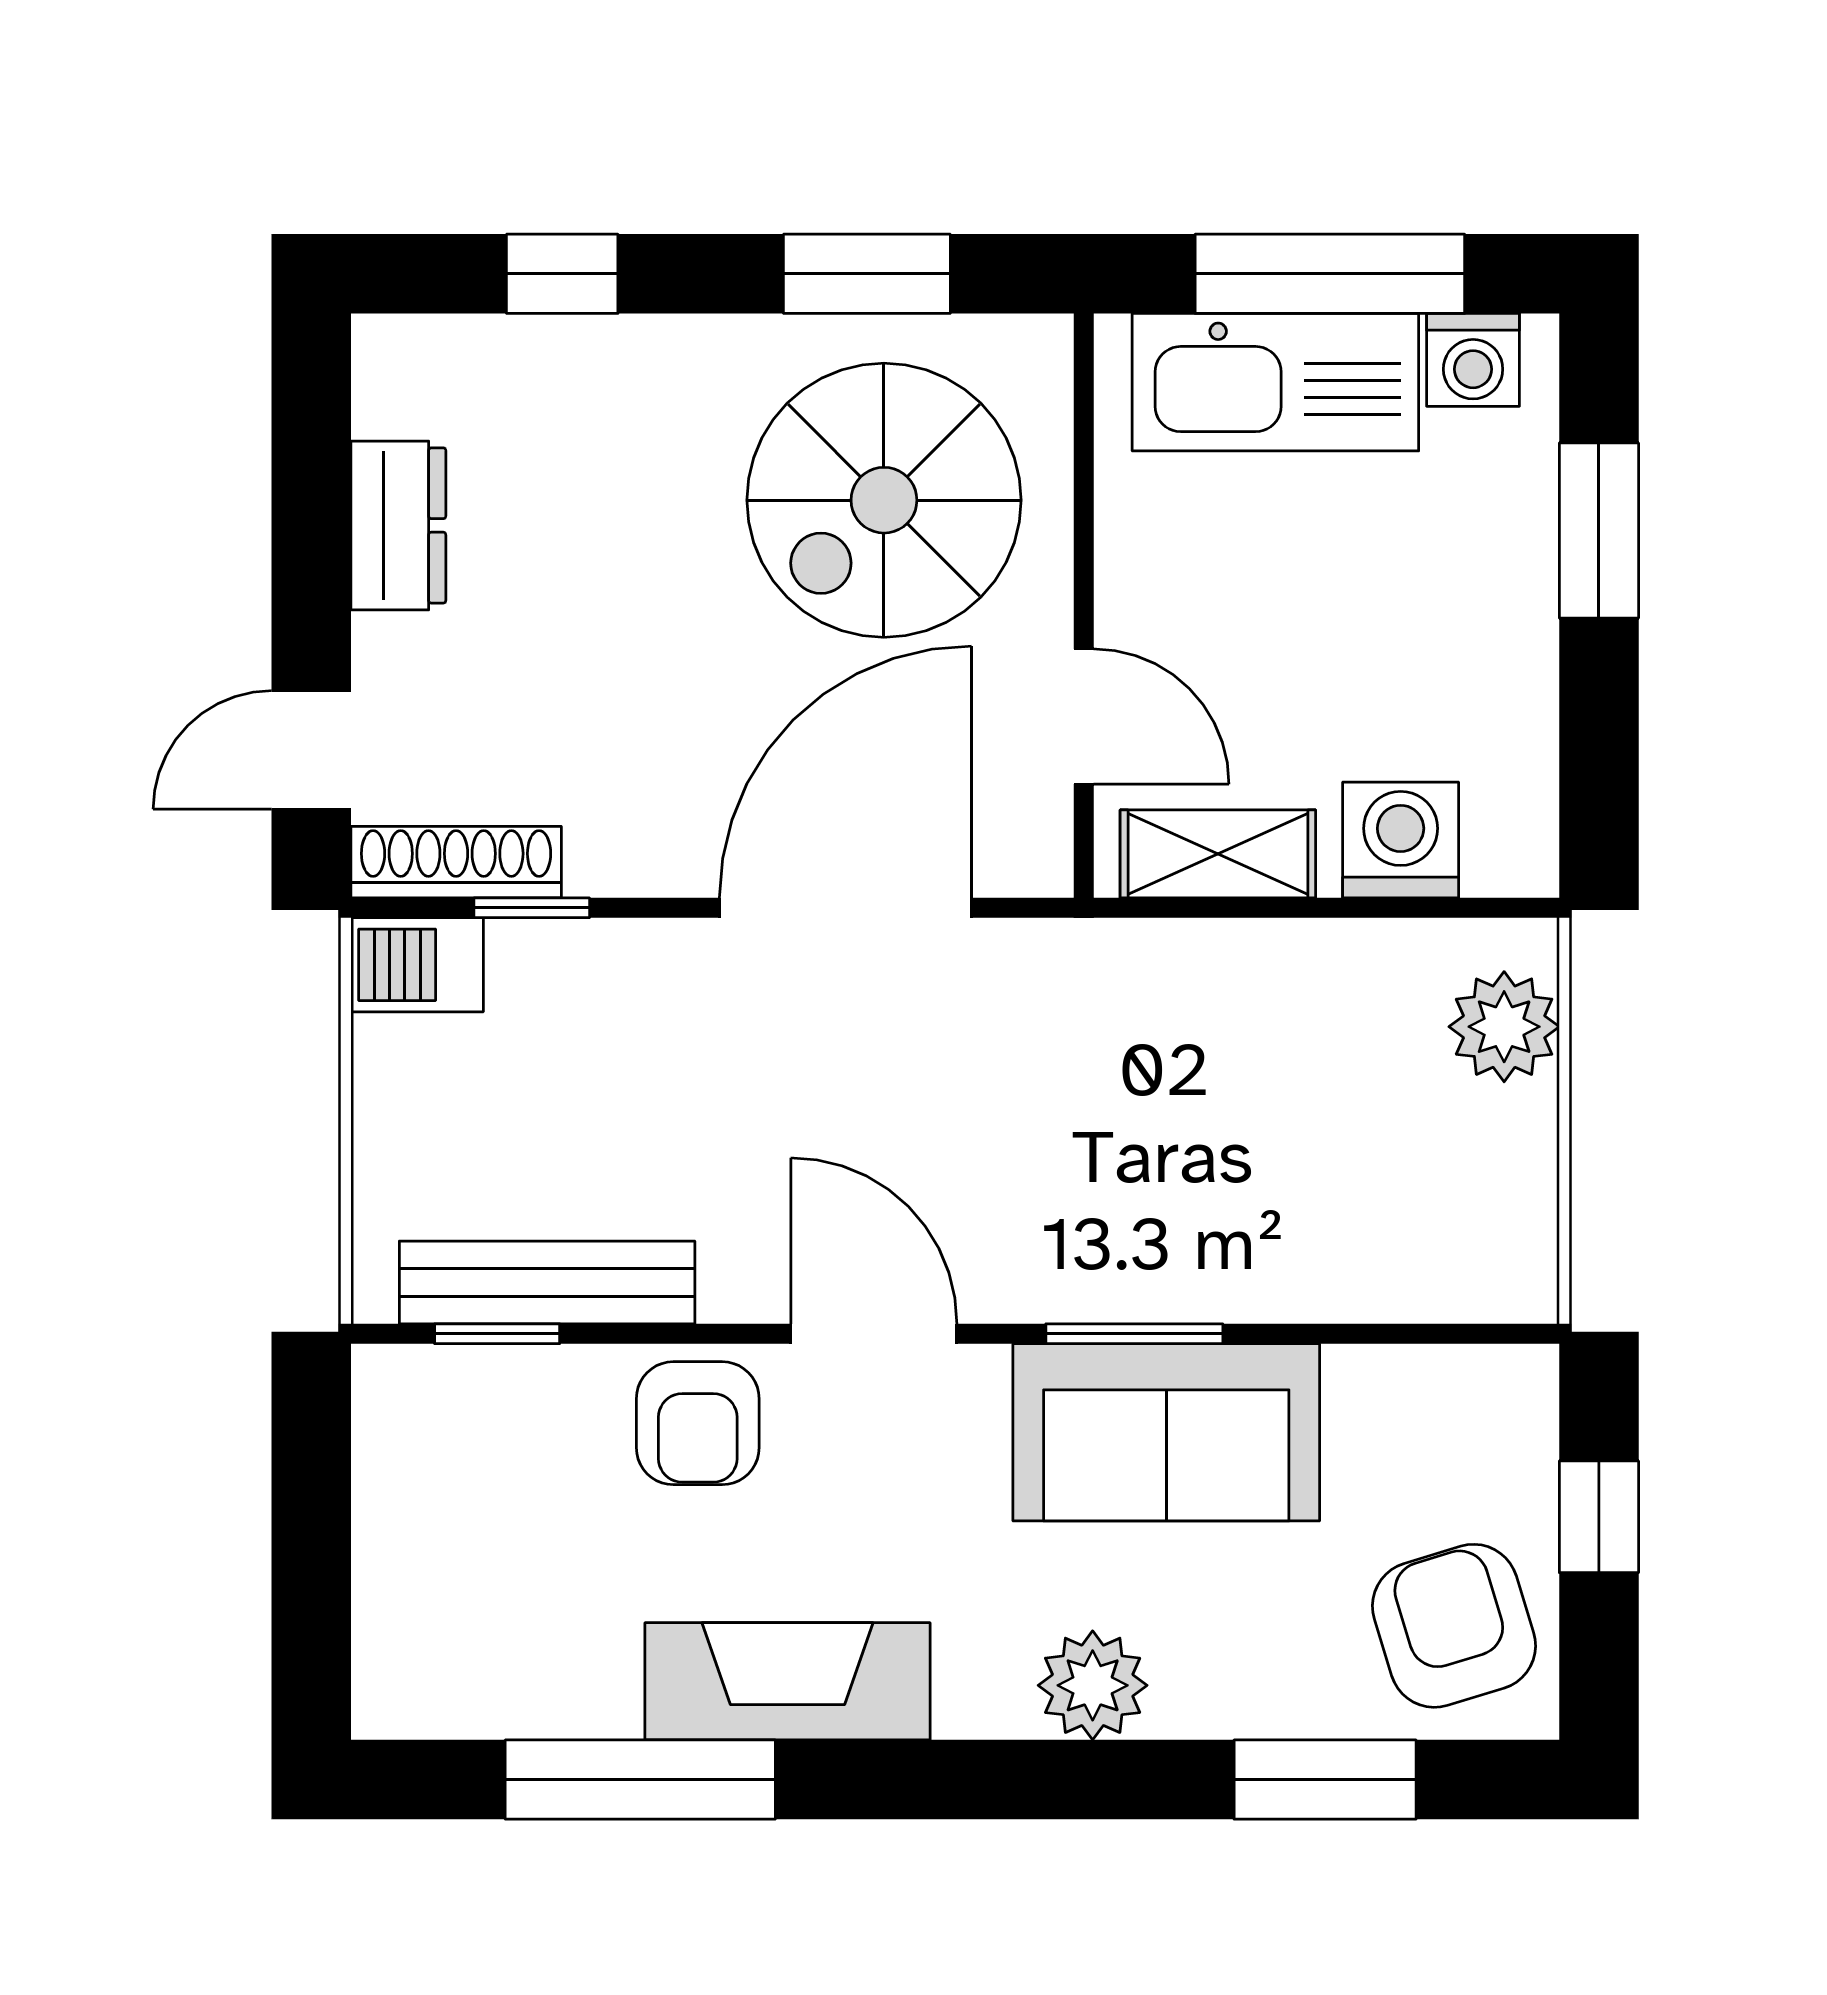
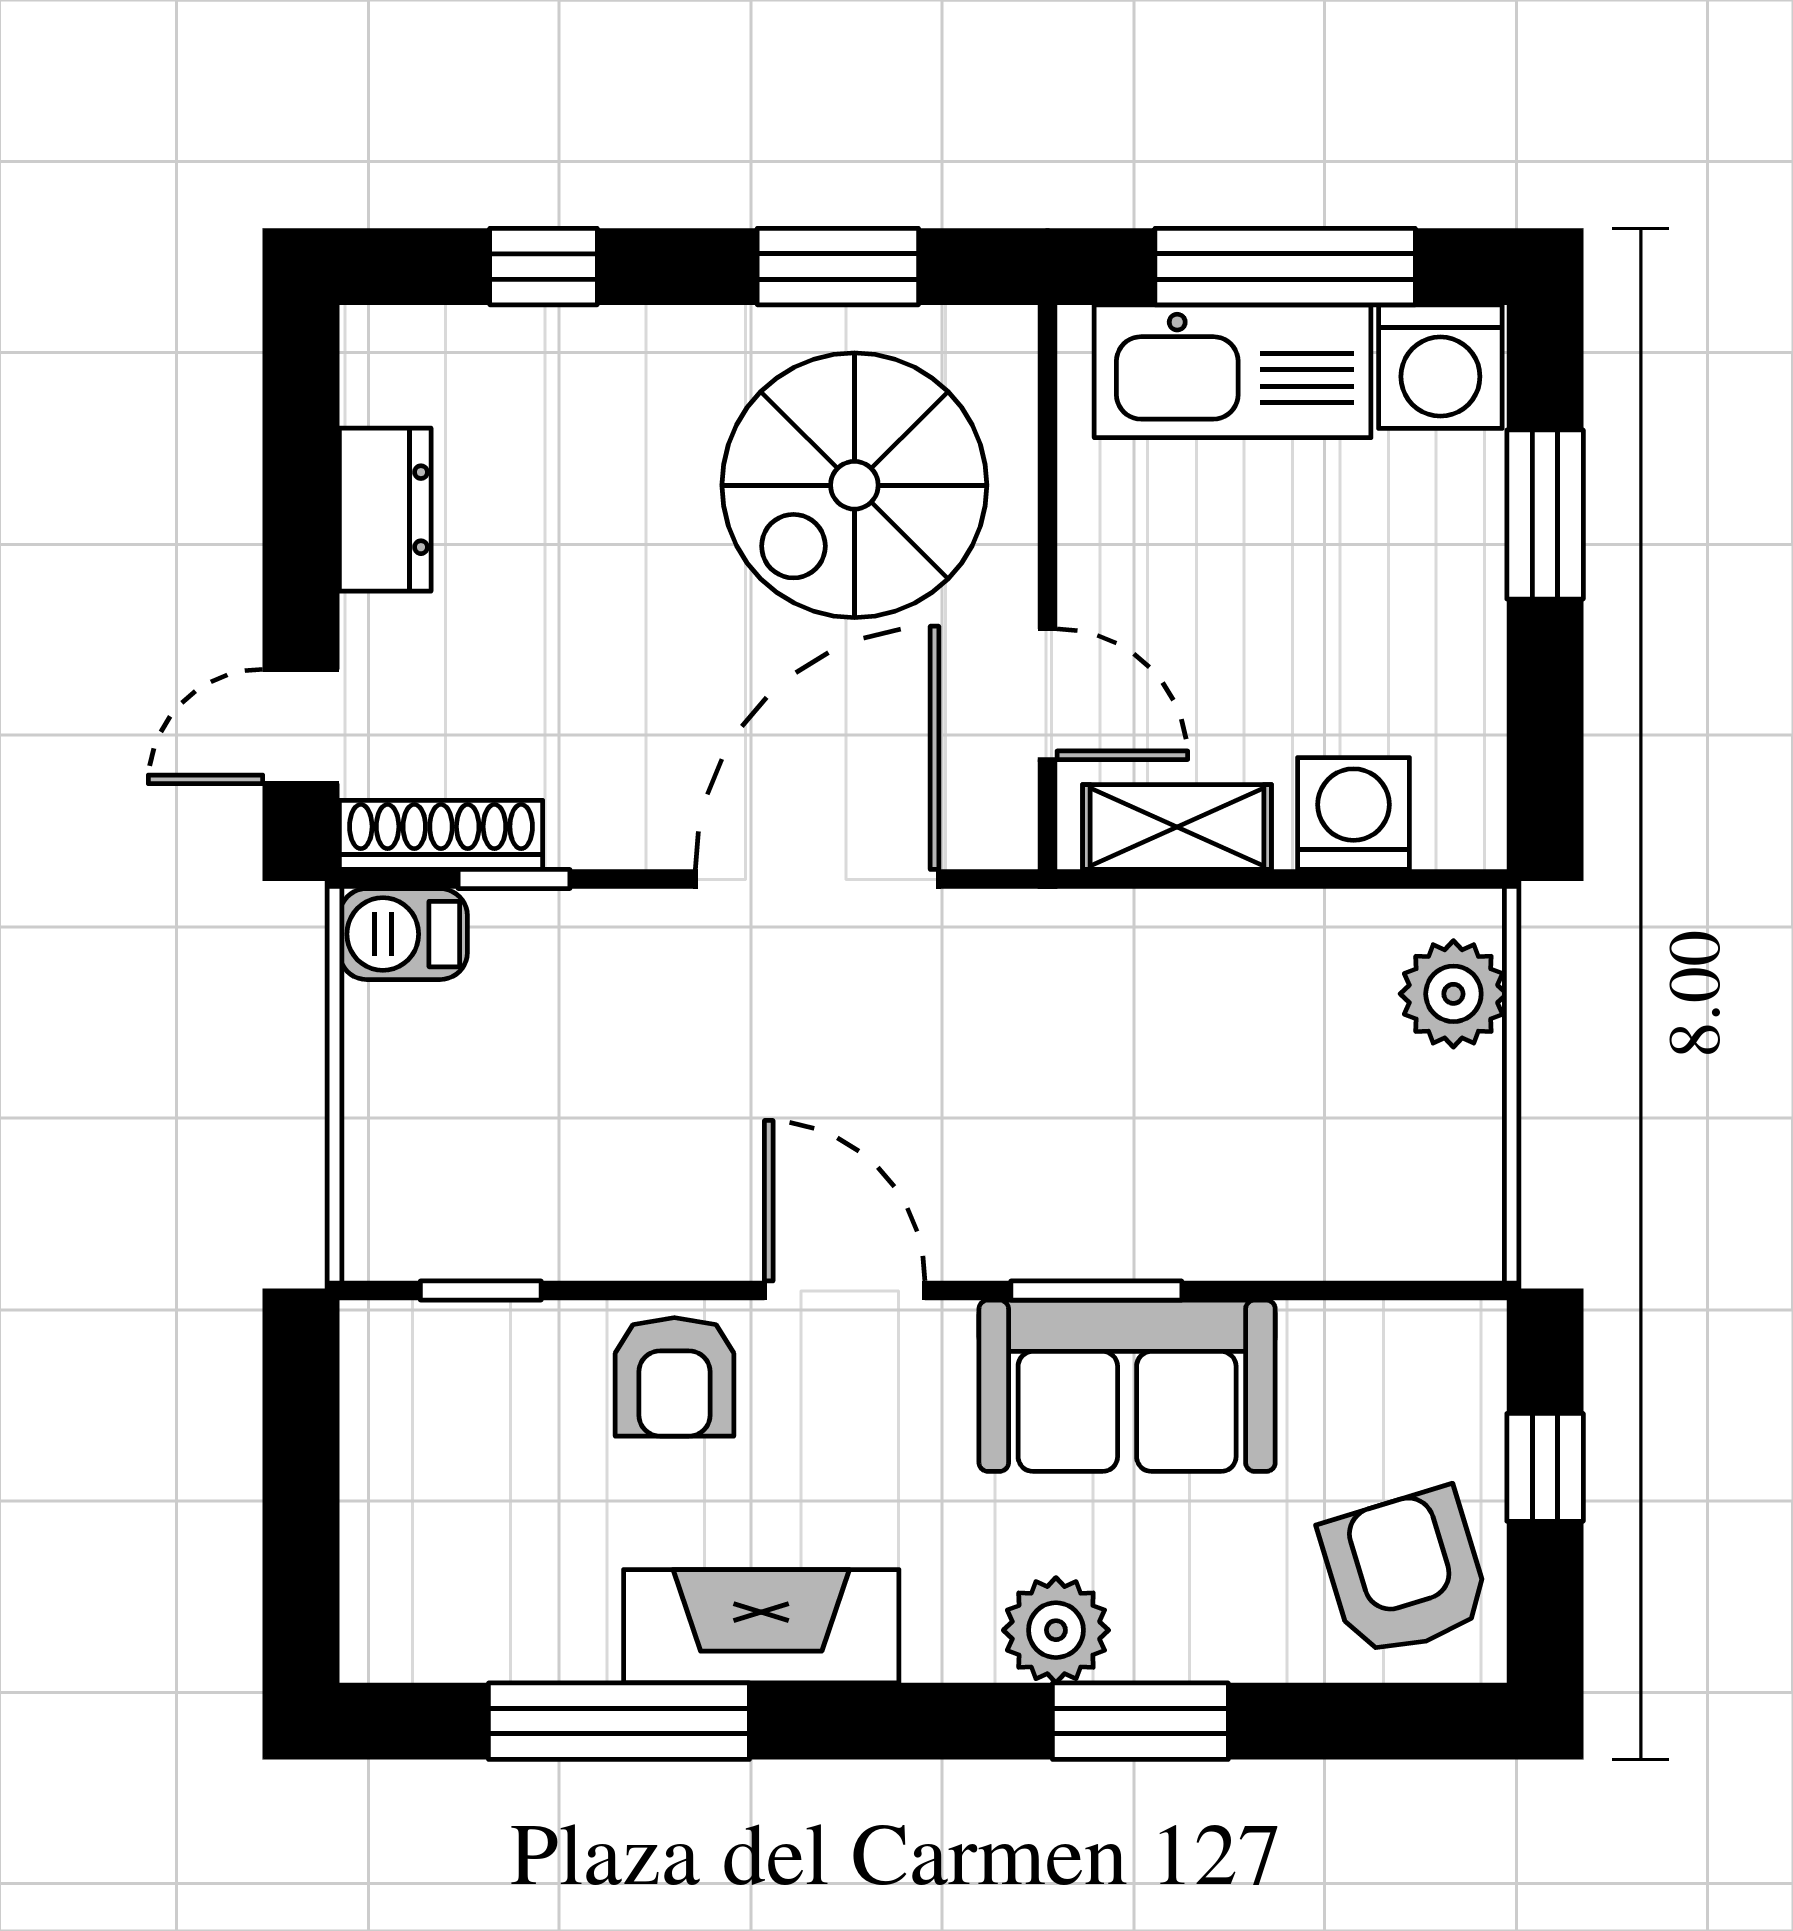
washing machine: (1473, 360) -> (1440, 367), width x1.38, depth x1.38
bench: (547, 1282) -> (529, 1241), removed
window: (1325, 1780) -> (1140, 1721), moved

